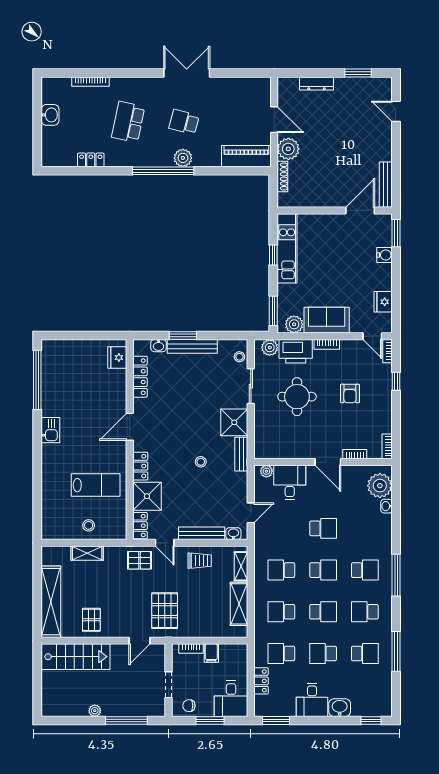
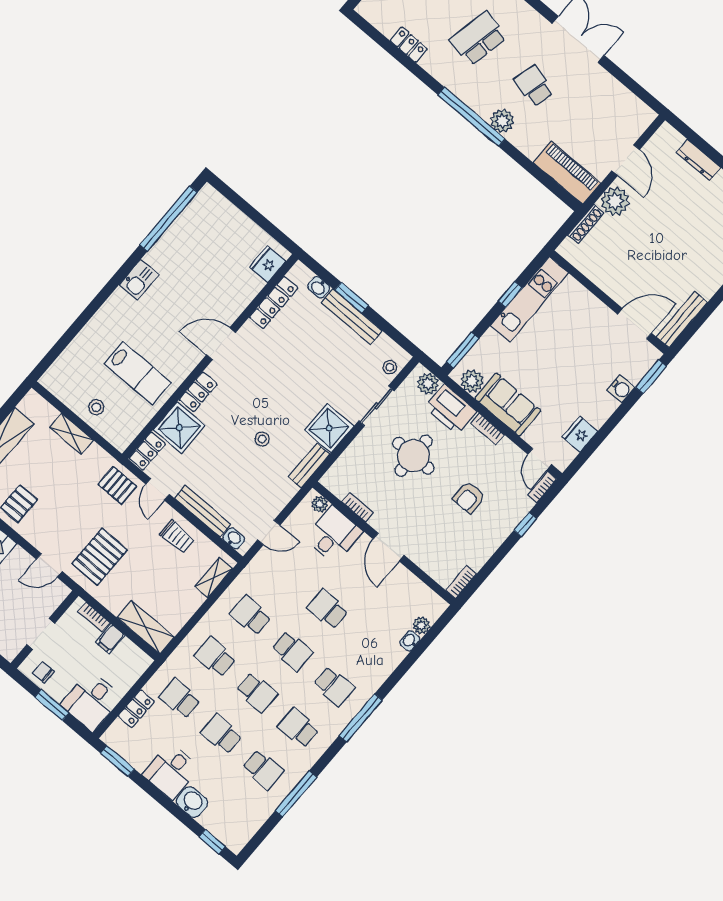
bookcase: (355, 454) -> (358, 507), moved
plant: (380, 486) -> (421, 625), width x0.53, depth x0.53
school desk: (323, 528) -> (328, 609), turned 180
shelving: (239, 604) -> (146, 627), moved, turned 90

